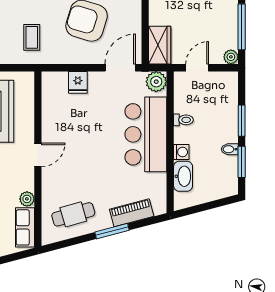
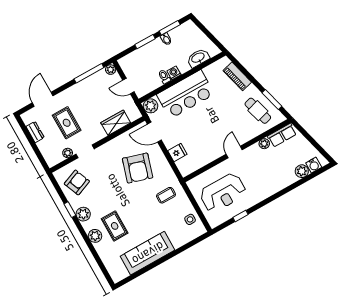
wardrobe: (160, 45) -> (116, 123), moved
washing machine: (181, 152) -> (174, 73), moved
door: (38, 155) -> (234, 152), hinge flipped
window: (112, 231) -> (272, 99), moved

